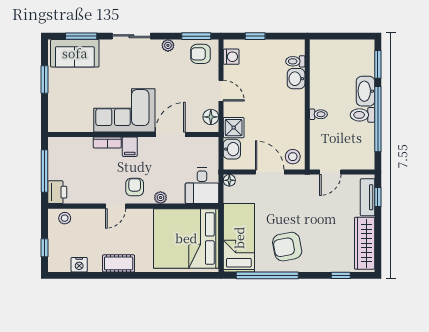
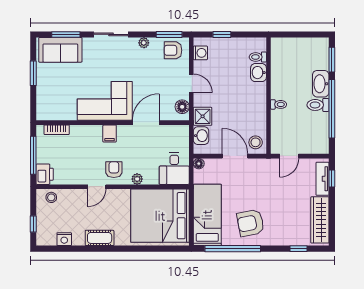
bookcase: (107, 143) -> (57, 130), moved

